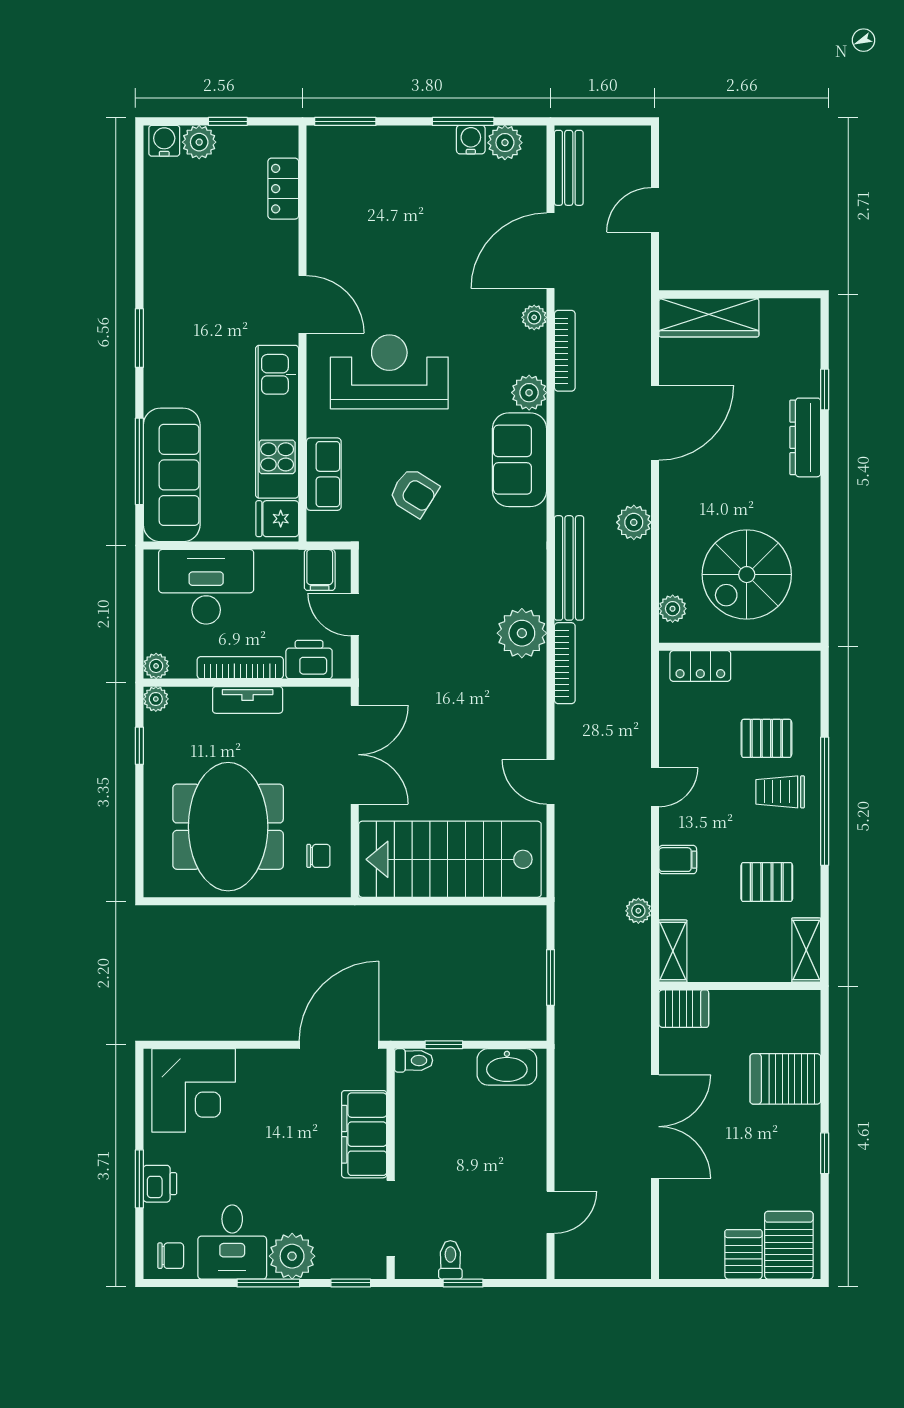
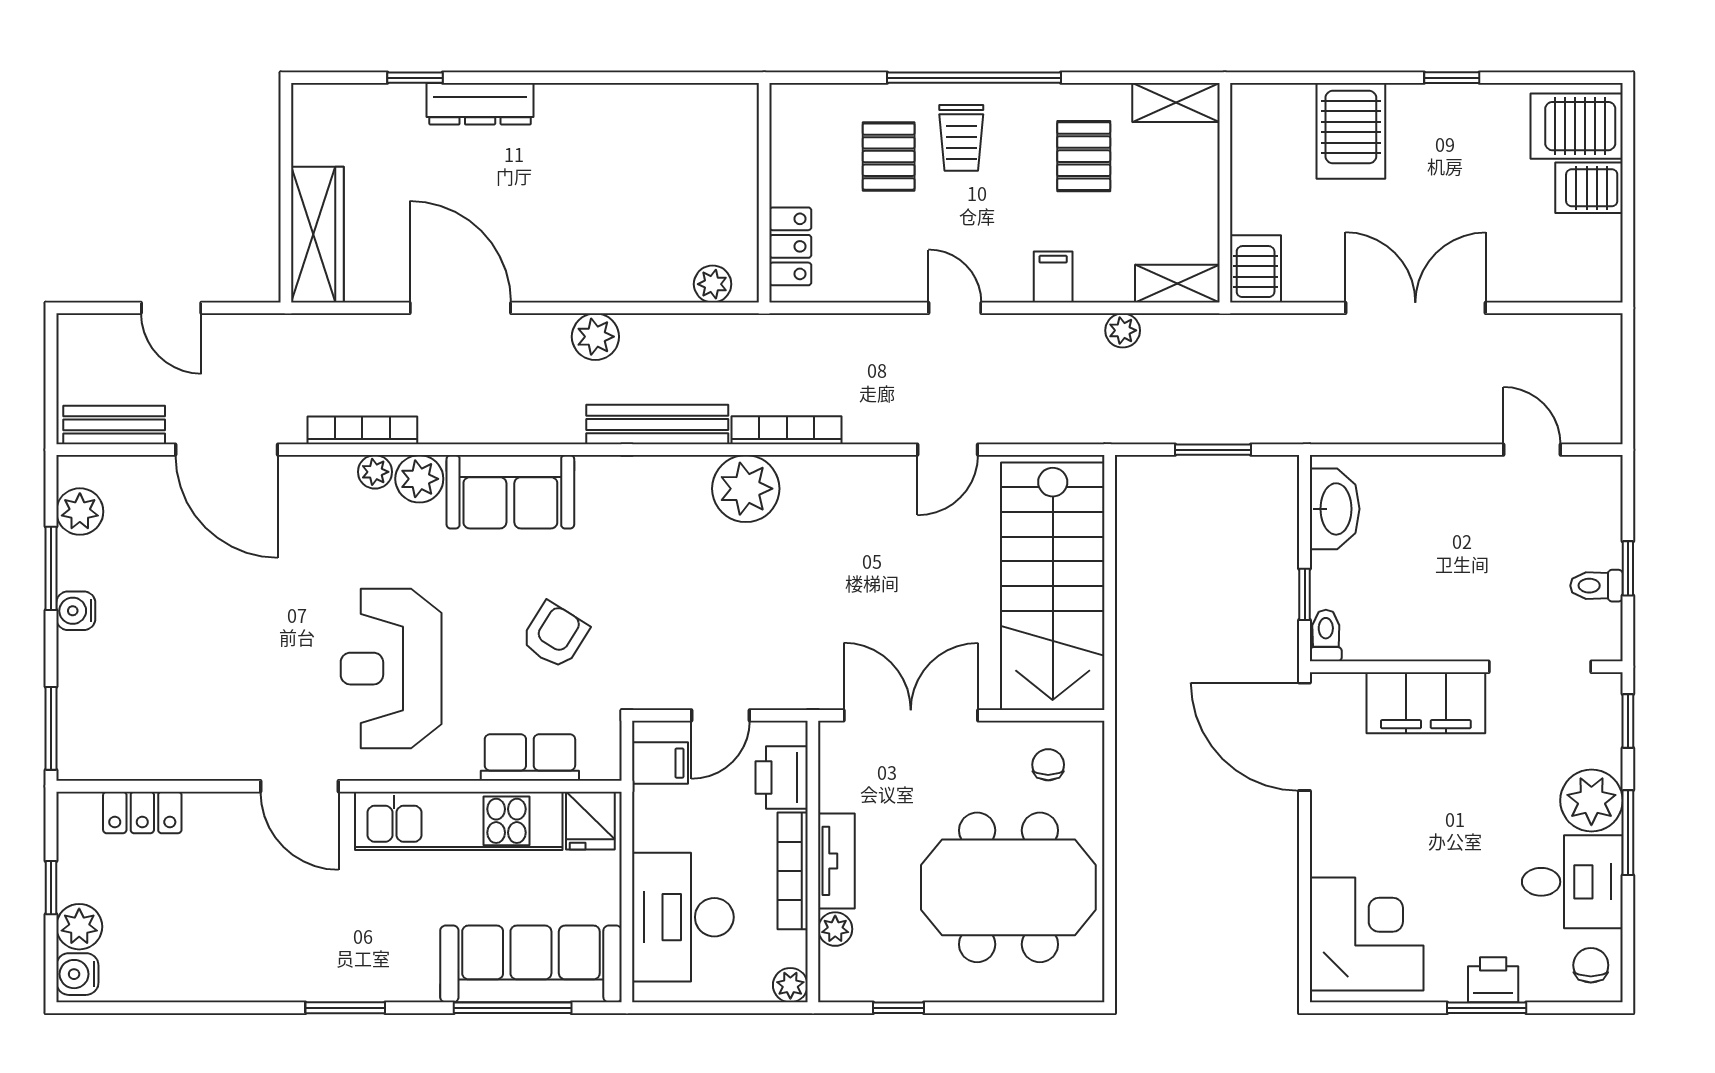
water cooler: (471, 140) -> (76, 611), moved
door: (303, 304) -> (299, 786), swing flipped
plant: (534, 317) -> (375, 472), moved
spiral stairs: (747, 575) -> (666, 183), removed
plant: (156, 699) -> (835, 929), moved

